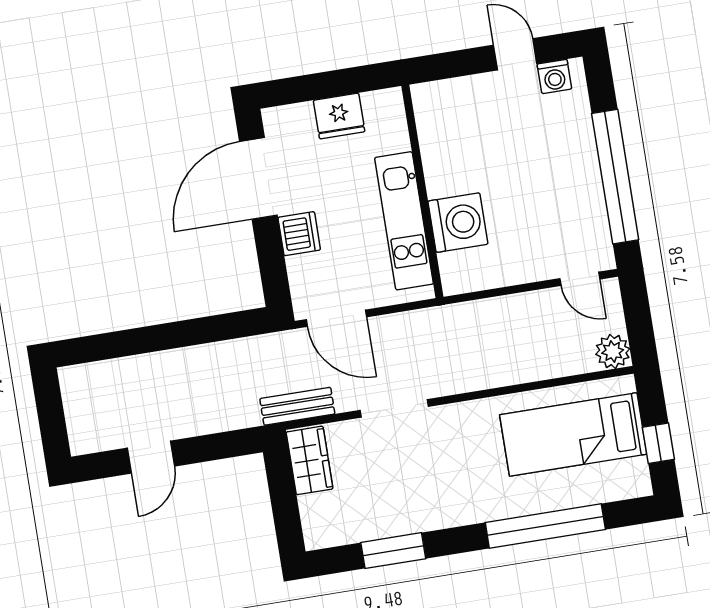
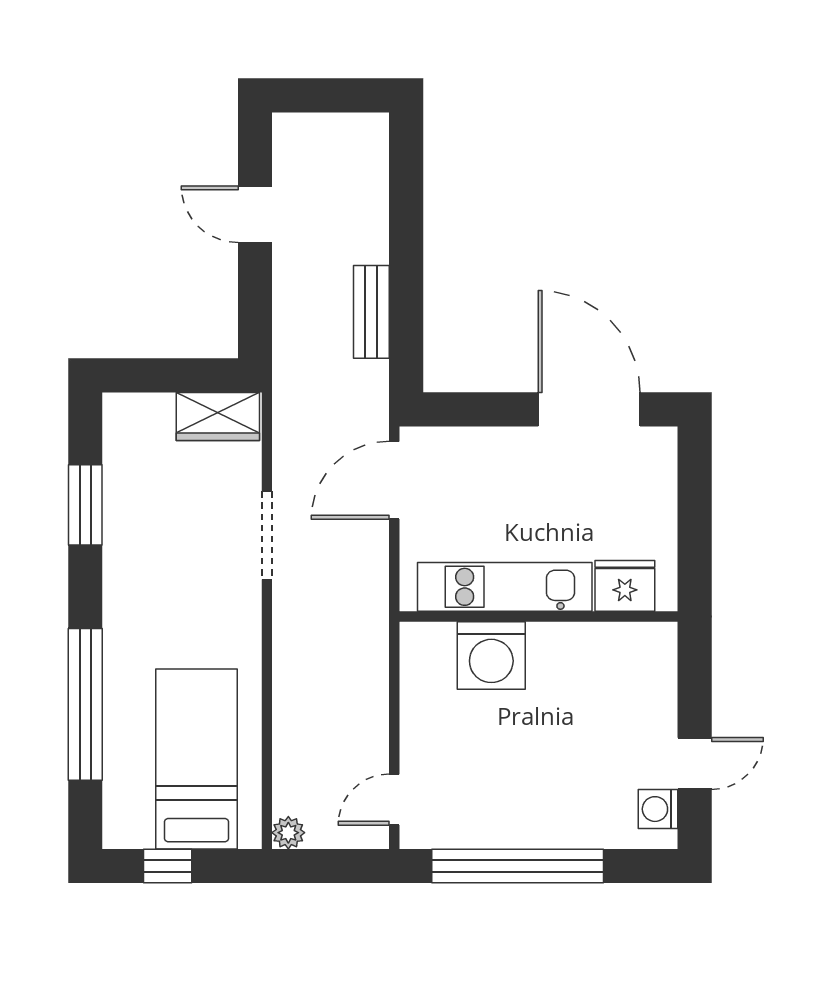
fridge: (339, 116) -> (625, 586), moved, turned 90
dishwasher: (299, 234) -> (510, 450), removed
plant: (613, 351) -> (288, 833), width x0.73, depth x0.73
bench: (297, 406) -> (371, 312), moved

